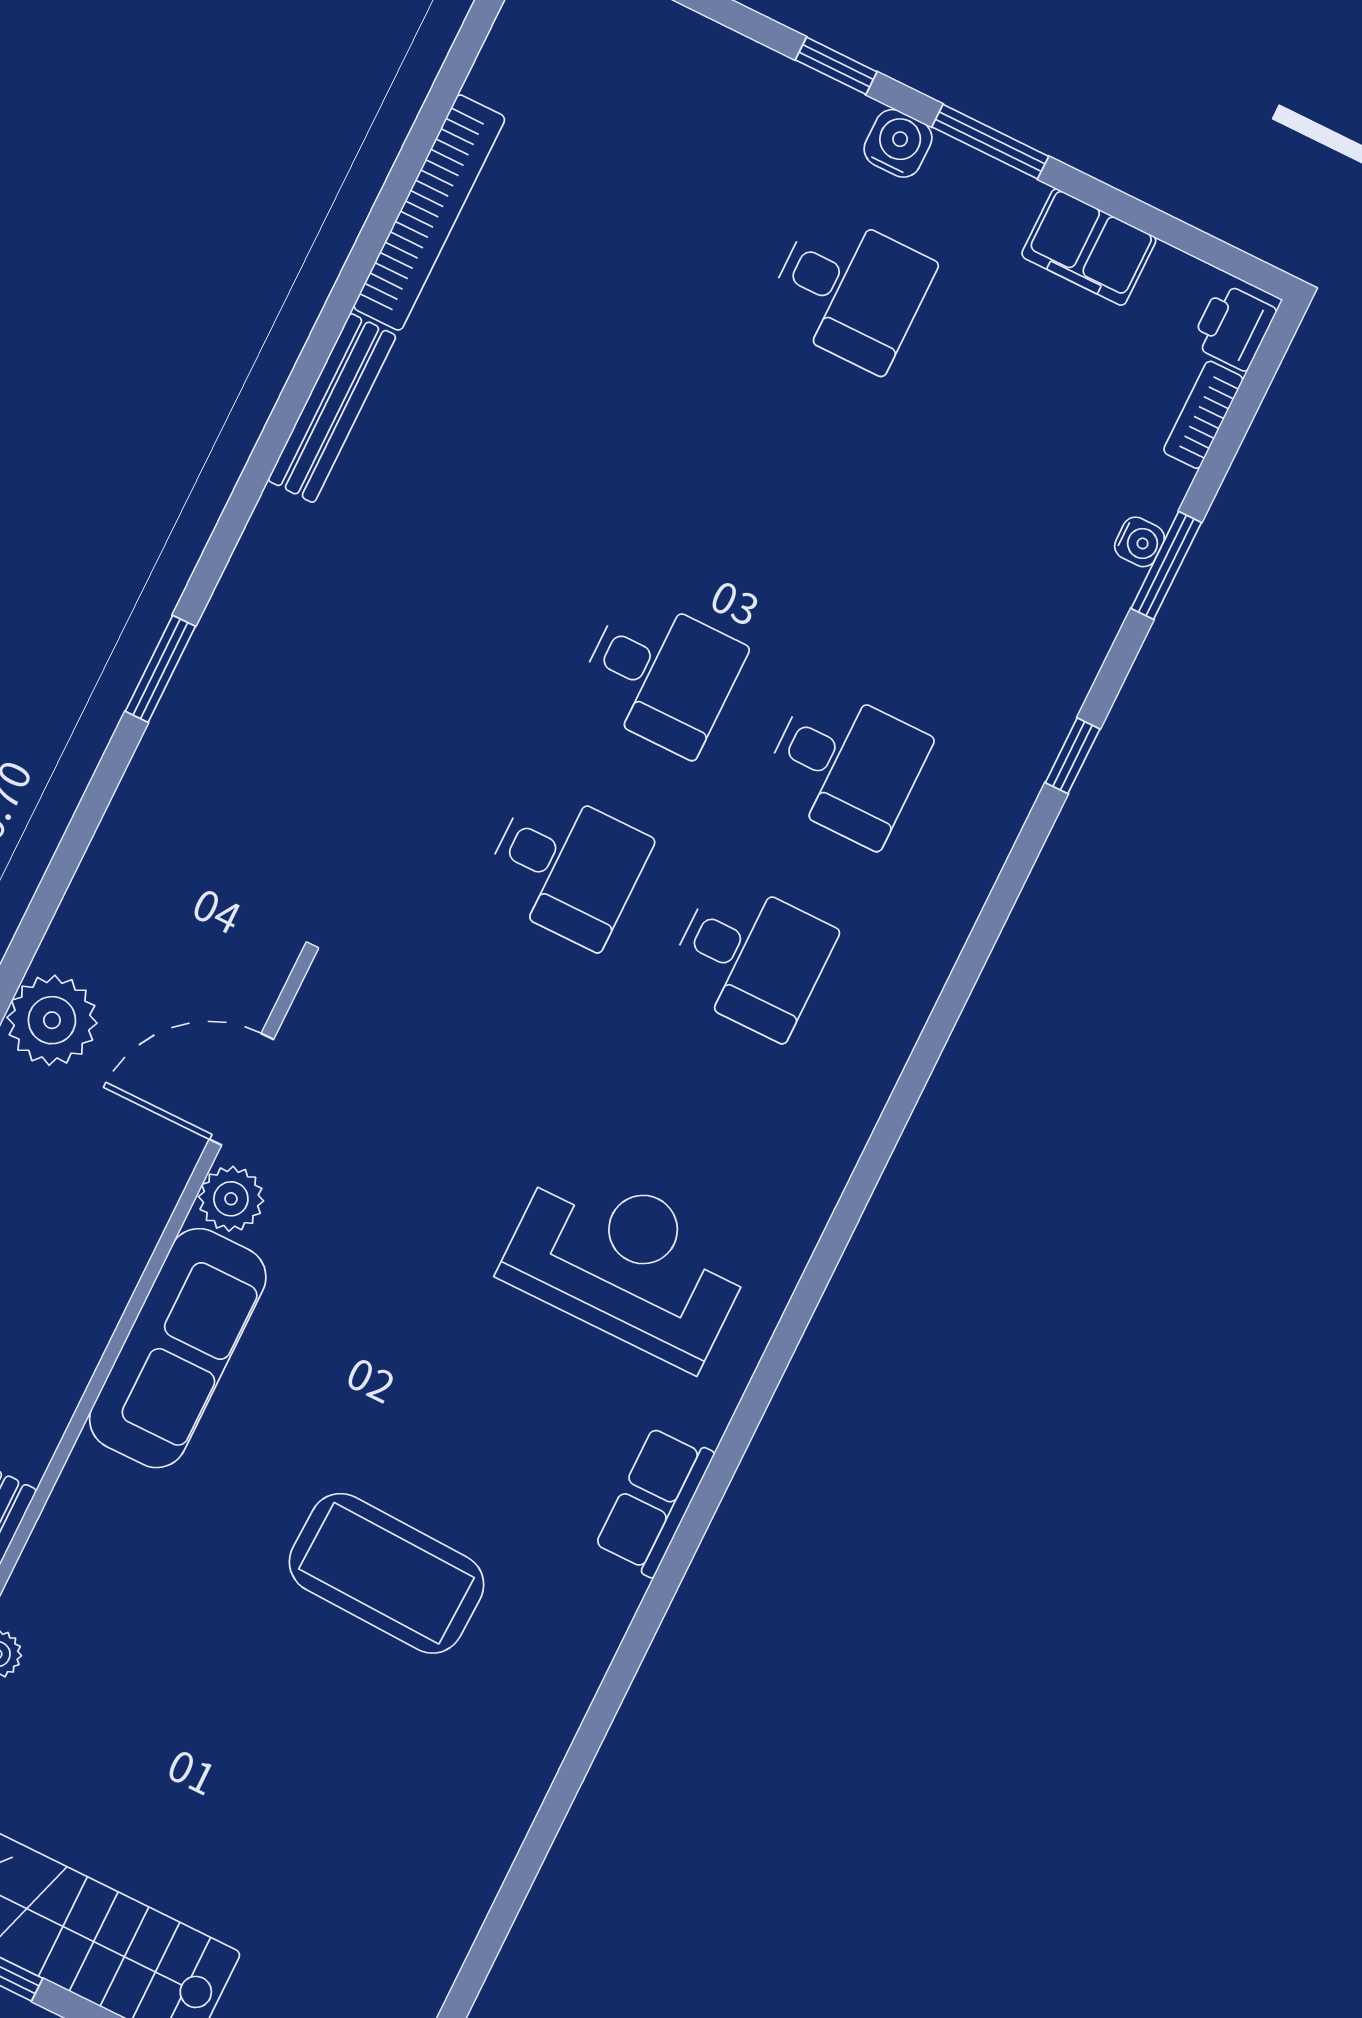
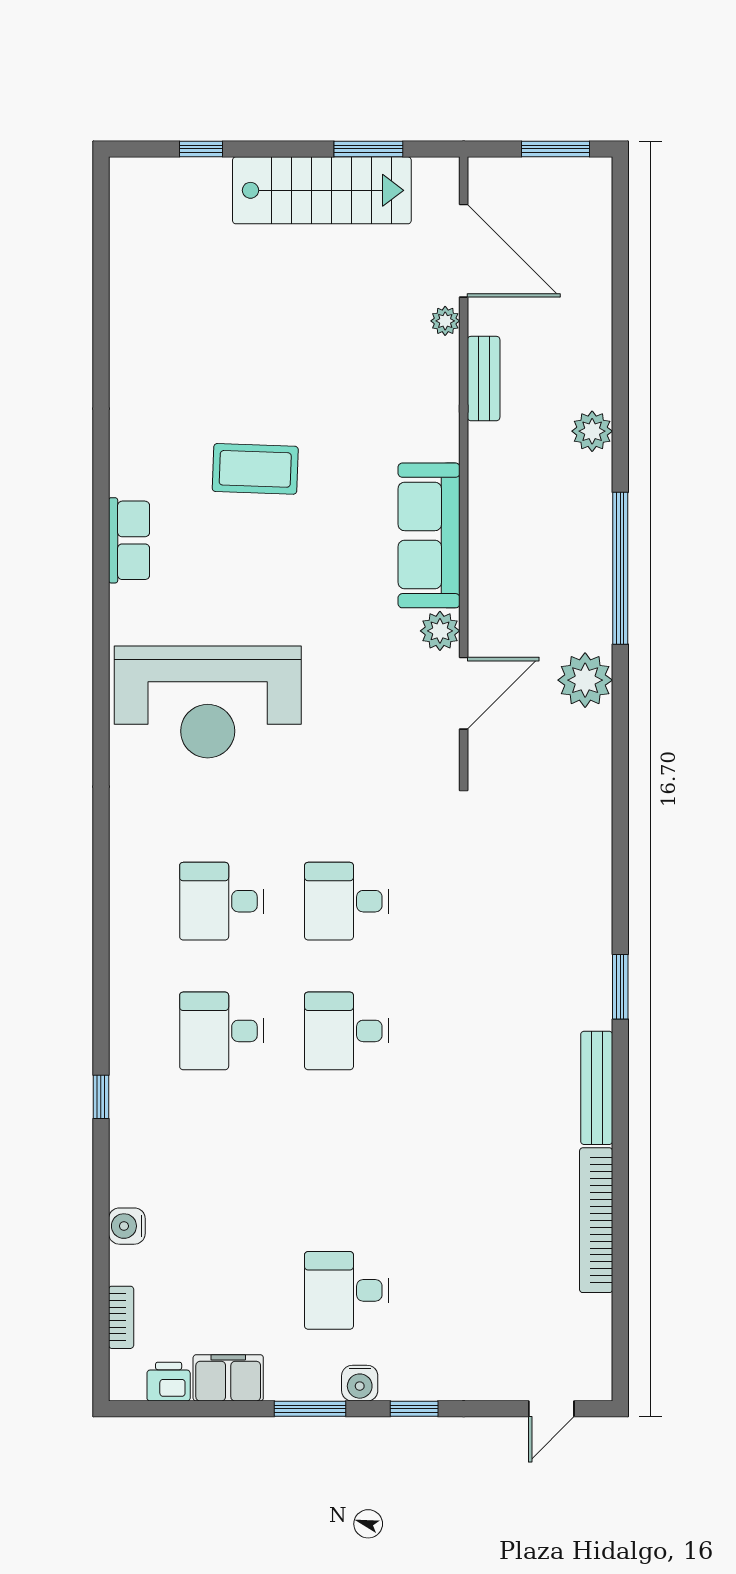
printer: (1234, 327) -> (169, 1382), moved, turned -90
water cooler: (1139, 542) -> (127, 1226), width x1.38, depth x1.38
window: (1166, 565) -> (101, 1225), removed
window: (160, 669) -> (620, 987), moved
reception desk: (627, 1263) -> (208, 702), width x1.36, depth x1.30
row of seats: (654, 1501) -> (129, 540), moved
coffee table: (387, 1573) -> (255, 469), width x0.73, depth x0.76

